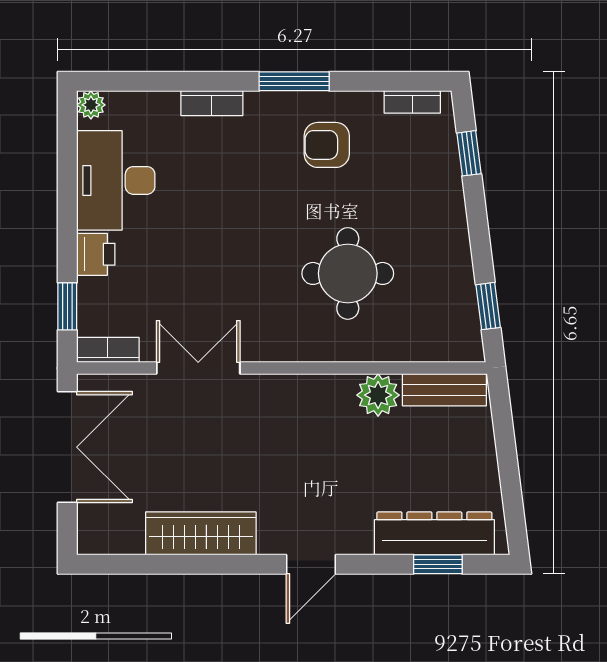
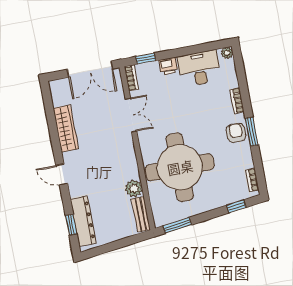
armchair: (327, 145) -> (236, 133), moved
round table: (348, 273) -> (180, 167), width x1.86, depth x1.86
window: (488, 306) -> (177, 225), width x1.50

